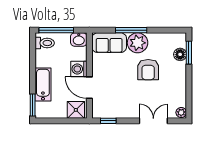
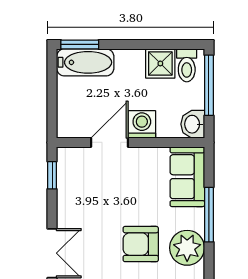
plant: (138, 43) -> (187, 248), moved
bathtub: (43, 84) -> (85, 62), moved
shower: (76, 110) -> (160, 63), moved

